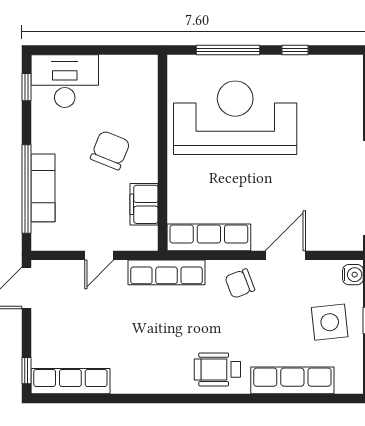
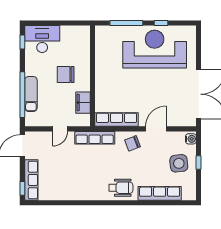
reception desk: (235, 118) -> (155, 49), moved
chair: (110, 150) -> (66, 75), turned -112
wheelchair: (217, 369) -> (121, 188), turned 180
row of seats: (70, 381) -> (31, 180), moved, turned 90

